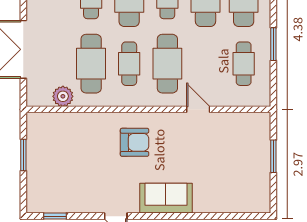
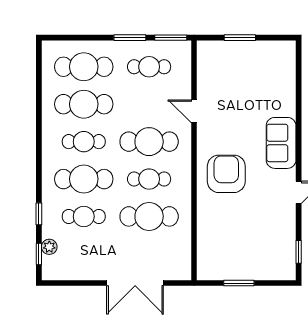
window: (273, 86) -> (171, 38), added
plant: (63, 96) -> (181, 244), removed
door: (198, 109) -> (194, 111), hinge flipped
armchair: (135, 142) -> (226, 174), width x1.36, depth x1.36

